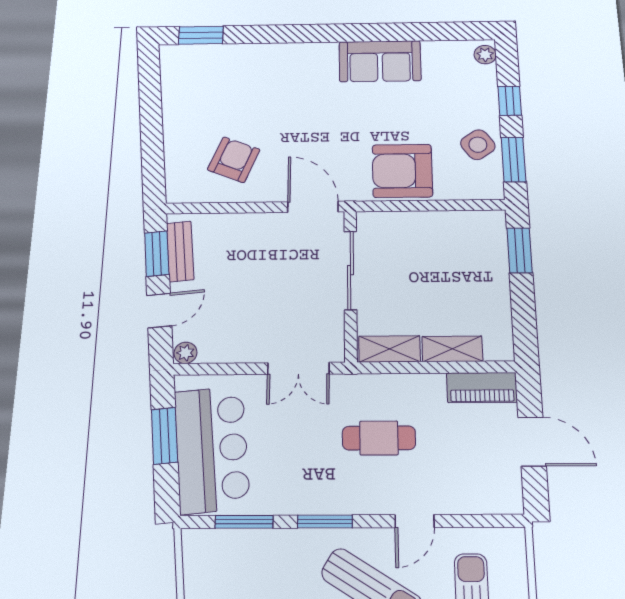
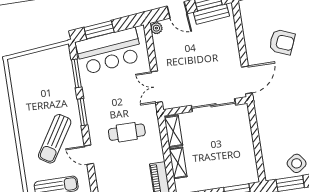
armchair: (234, 160) -> (282, 42), moved
armchair: (402, 171) -> (275, 125), removed
window: (164, 436) -> (99, 30), moved
cafe table: (379, 438) -> (127, 132), turned 90

